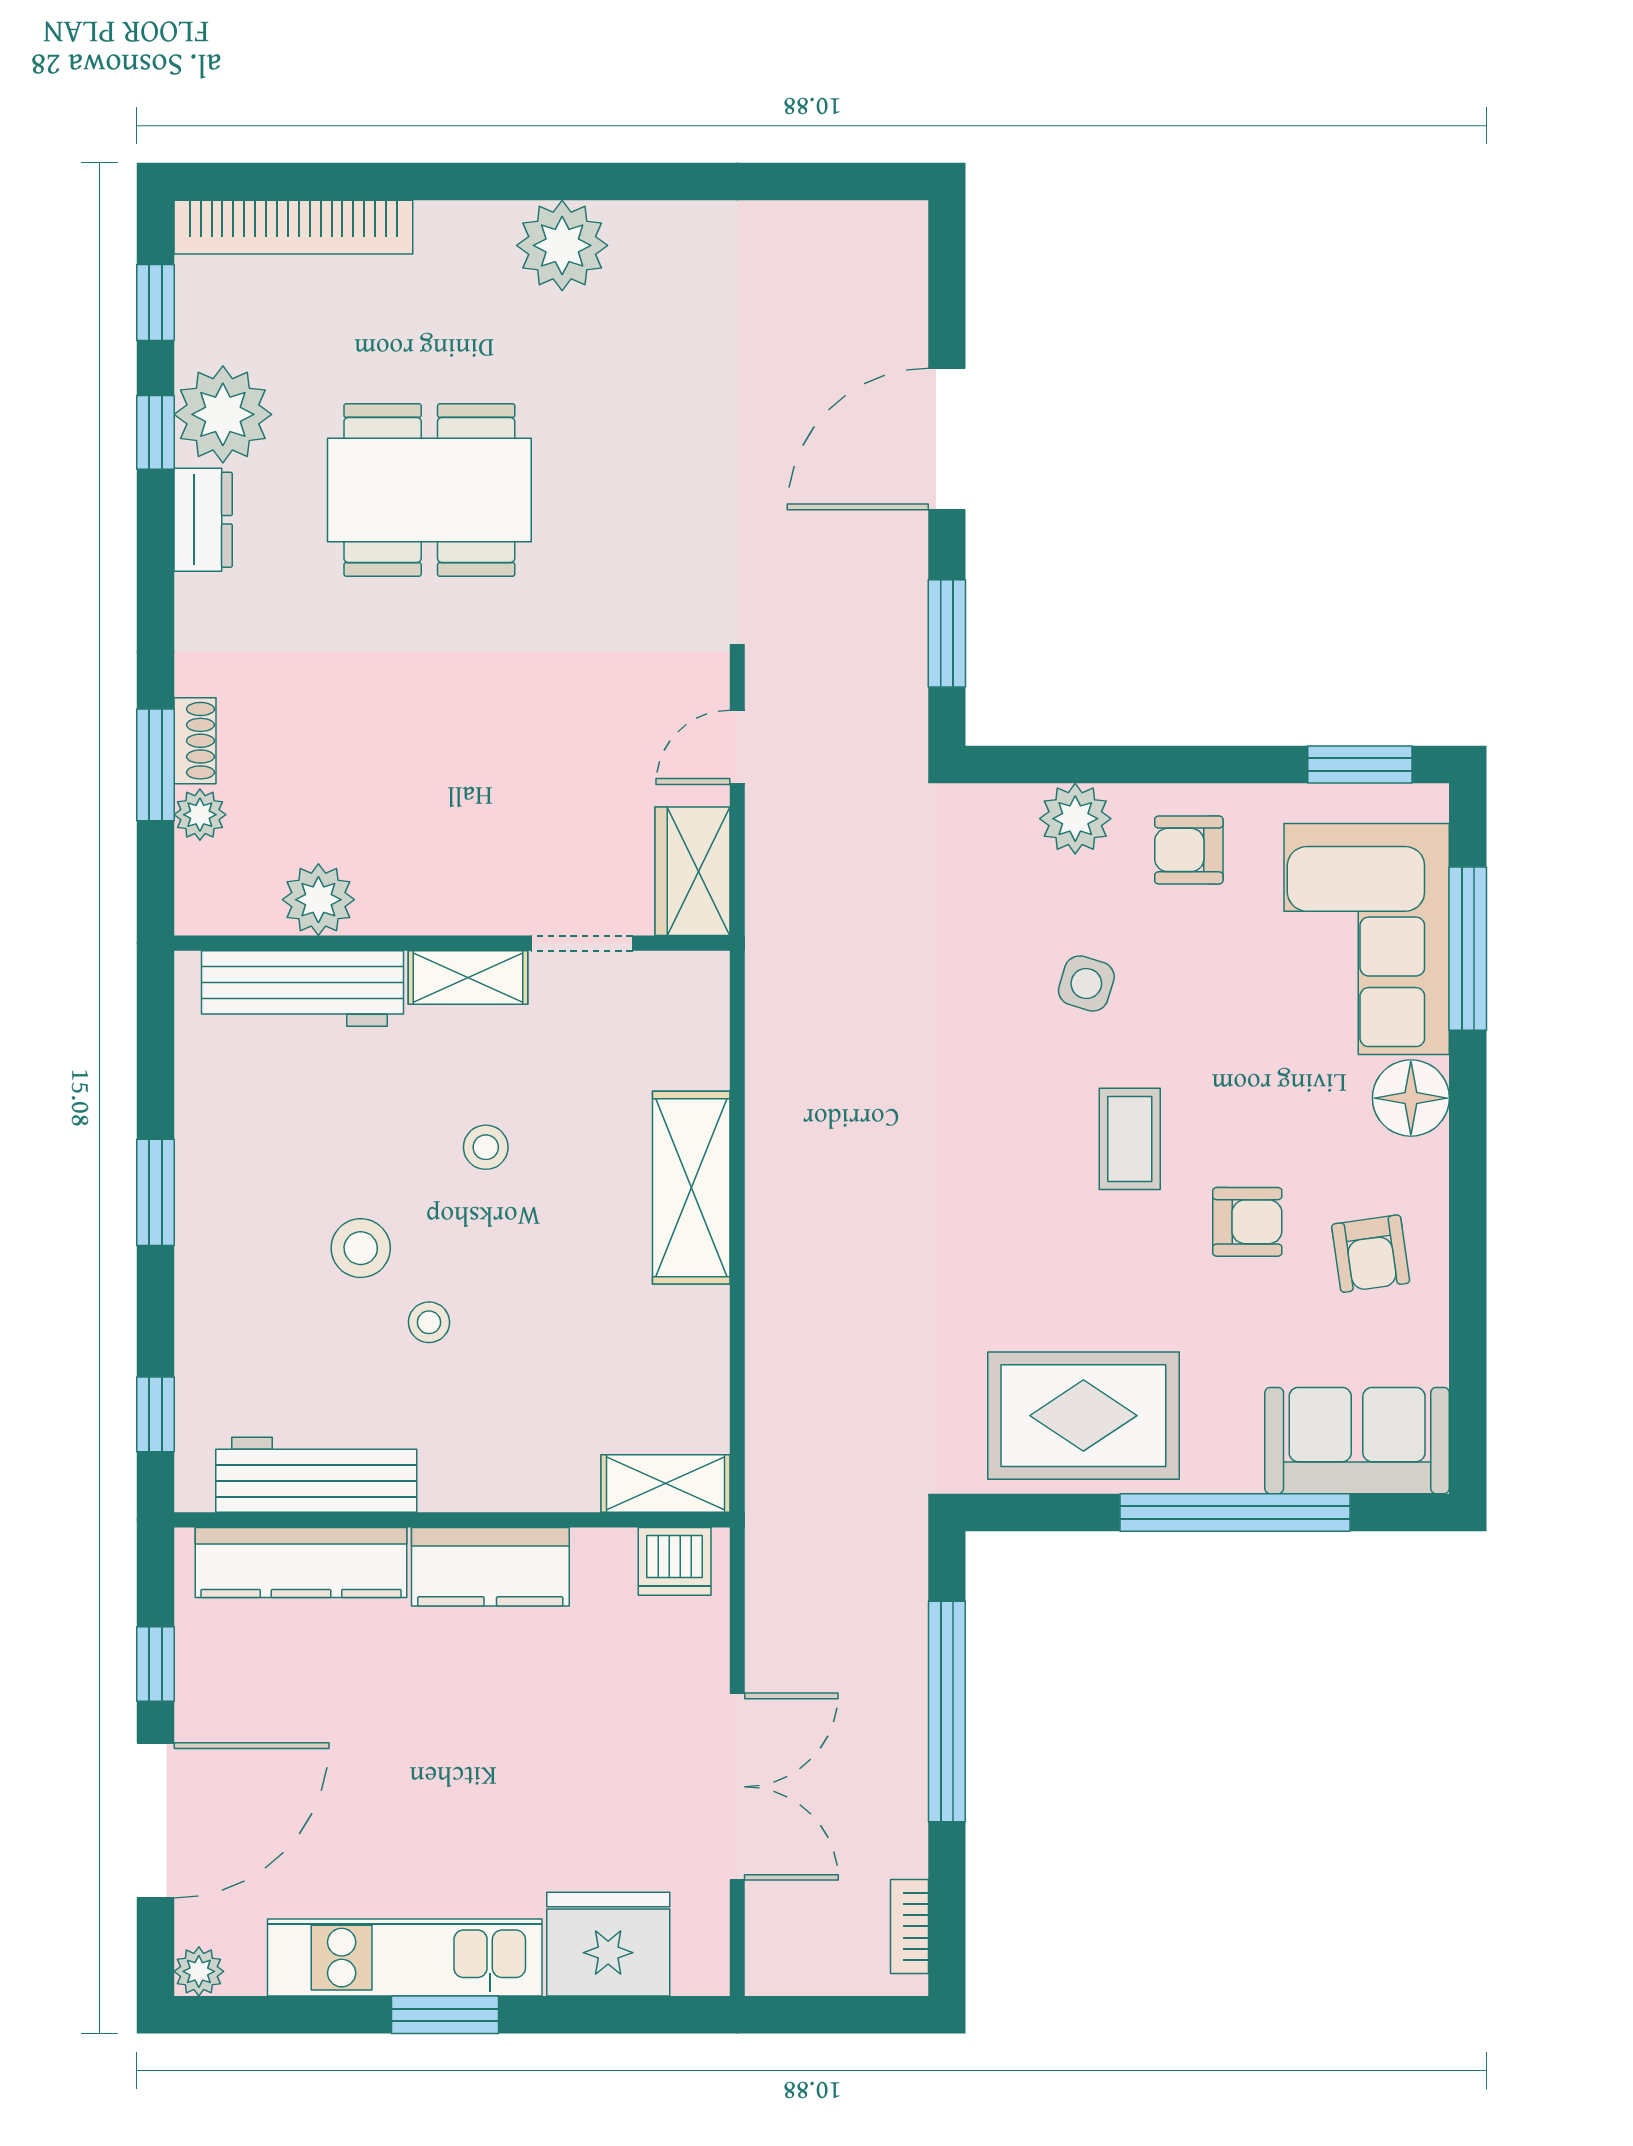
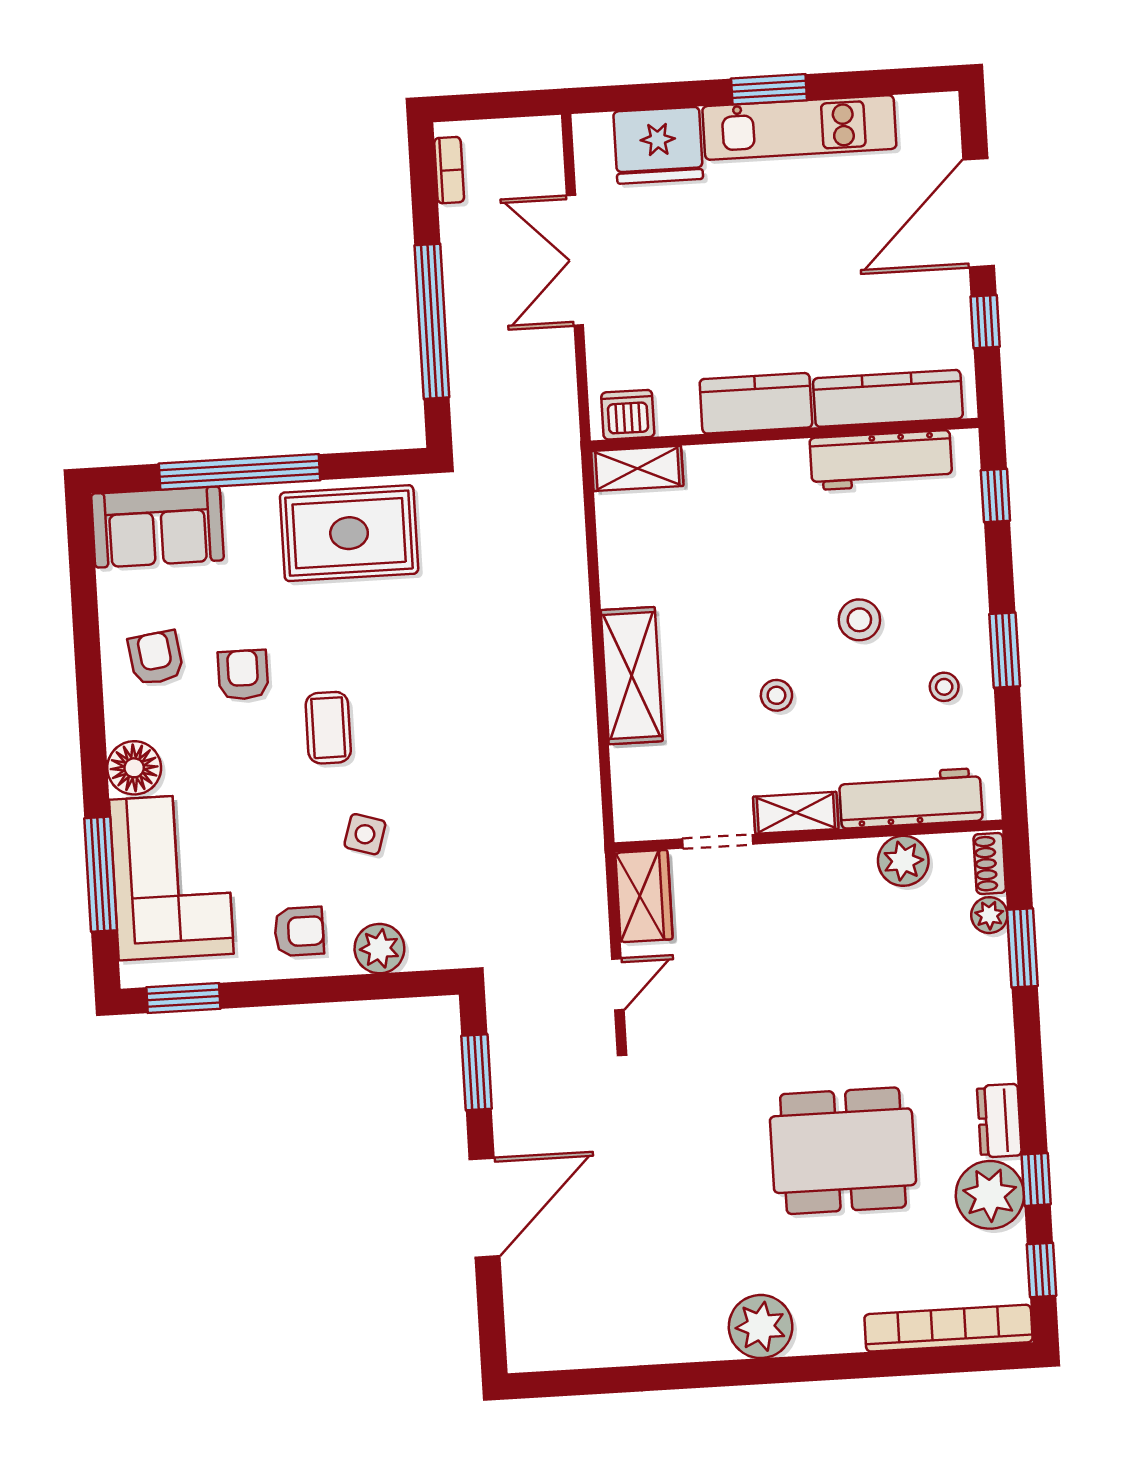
shoe rack: (195, 741) -> (990, 863), moved
armchair: (1247, 1222) -> (243, 675), turned 90
stool: (429, 1322) -> (944, 687), moved
plant: (199, 1971) -> (942, 109), removed

